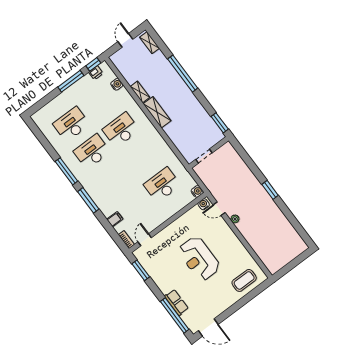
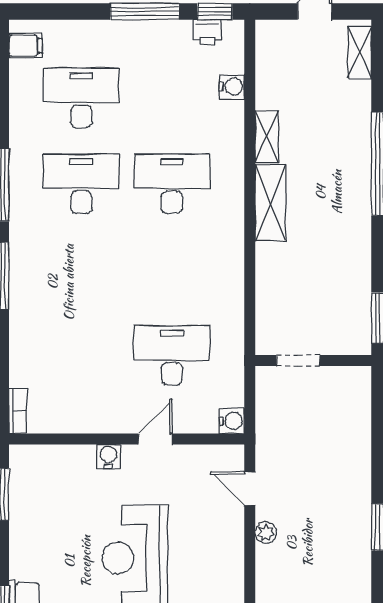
water cooler: (204, 204) -> (109, 456), moved
filing cabinet: (115, 219) -> (25, 46), moved
door: (145, 240) -> (155, 439), moved

